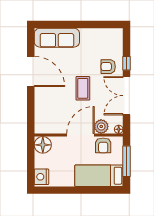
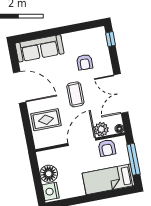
window: (127, 63) -> (110, 39), moved
armchair: (108, 67) -> (85, 62), moved, turned -89
rug: (50, 107) -> (46, 120), added
floor lamp: (43, 145) -> (49, 174), moved

